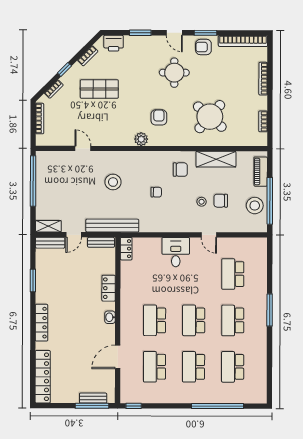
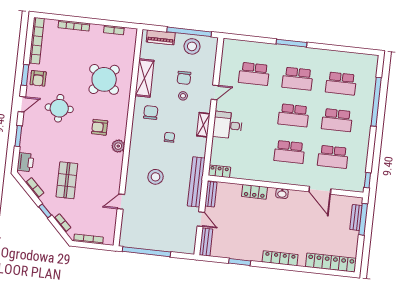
shelving: (48, 226) -> (203, 125), moved

